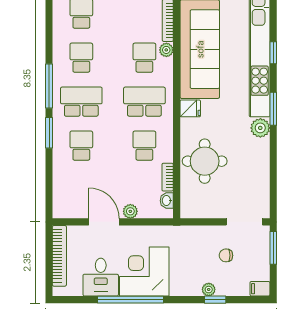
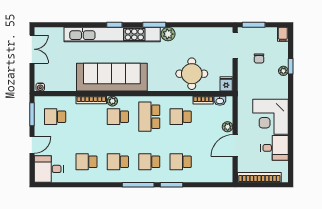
school desk: (81, 102) -> (149, 162), width x0.54
fridge: (190, 108) -> (226, 84), moved
window: (131, 300) -> (291, 127), removed

